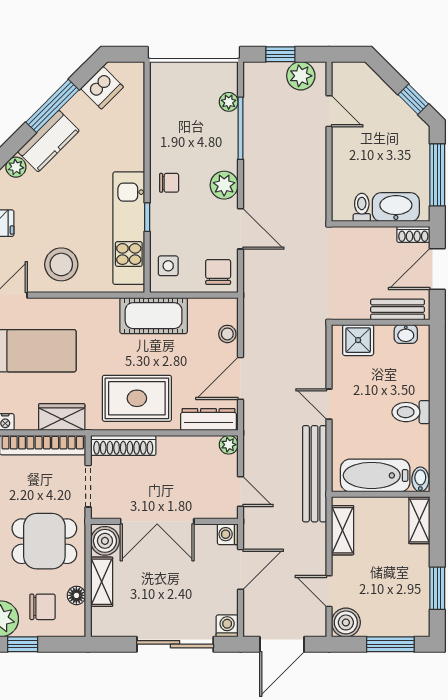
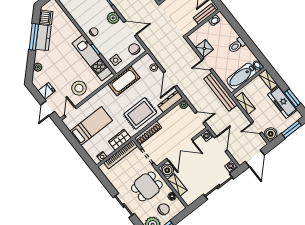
kitchen counter: (48, 141) -> (43, 38), moved
shower: (358, 340) -> (204, 49), moved
freezer: (413, 582) -> (283, 102), added

